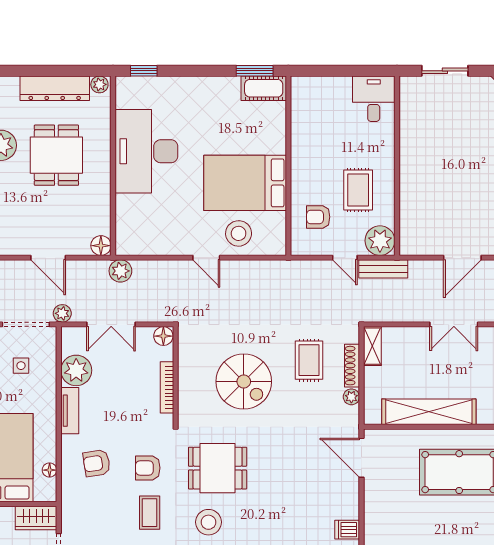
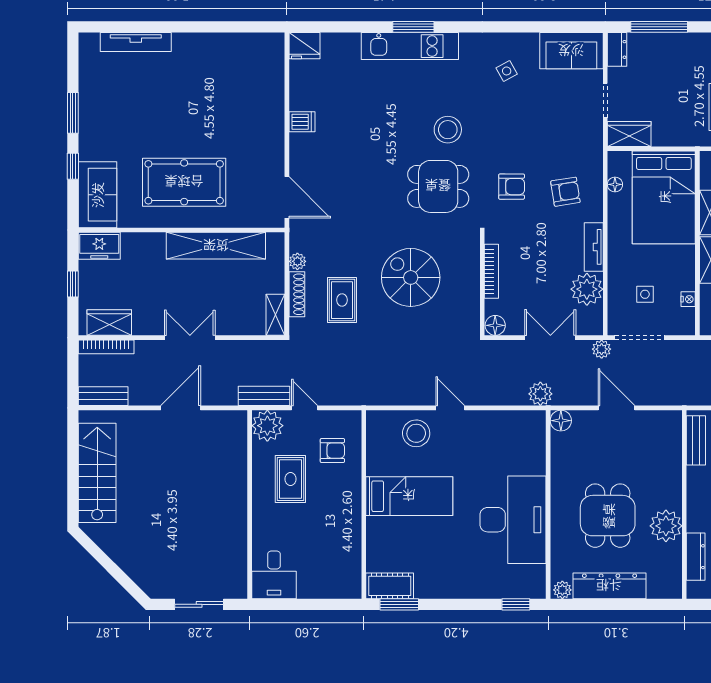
bed: (245, 183) -> (409, 496), width x0.67
coffee table: (150, 513) -> (510, 140), removed

